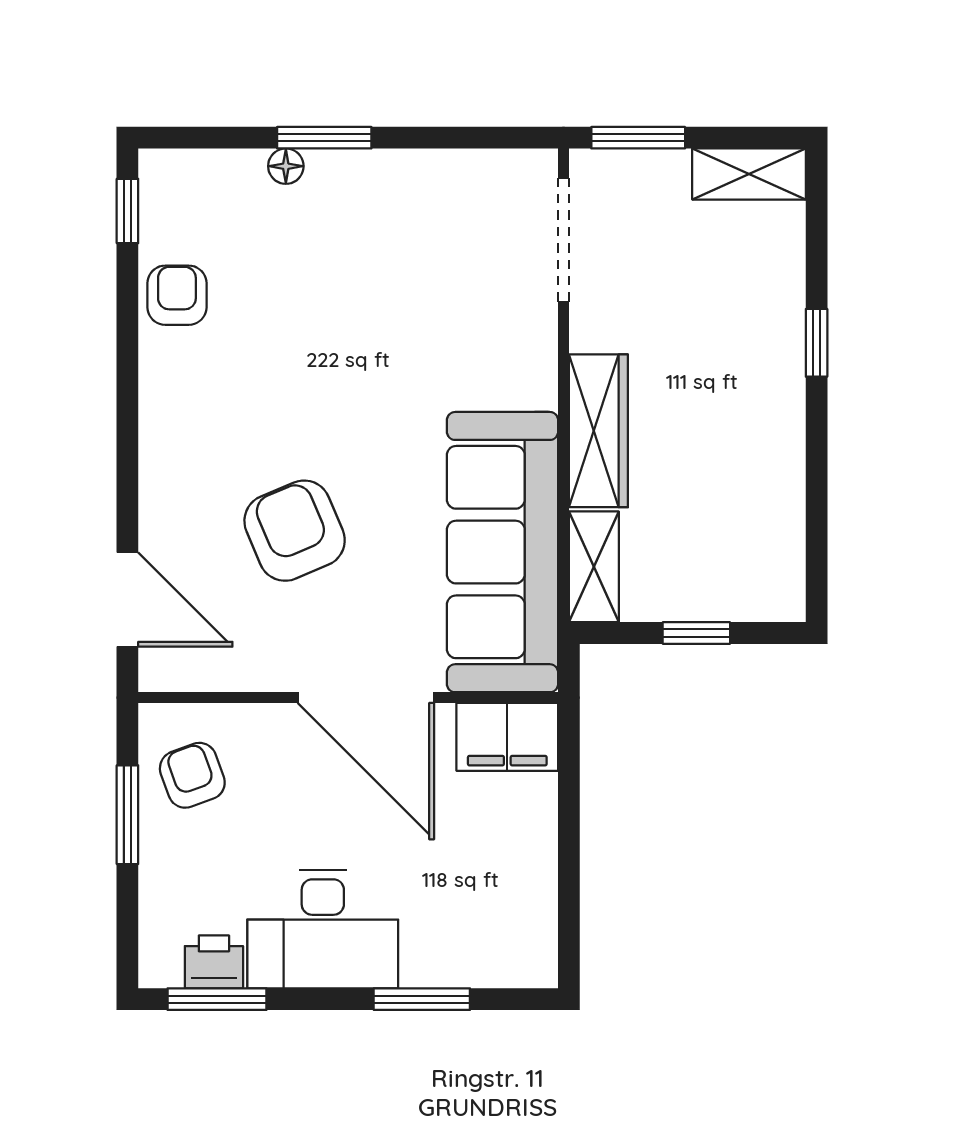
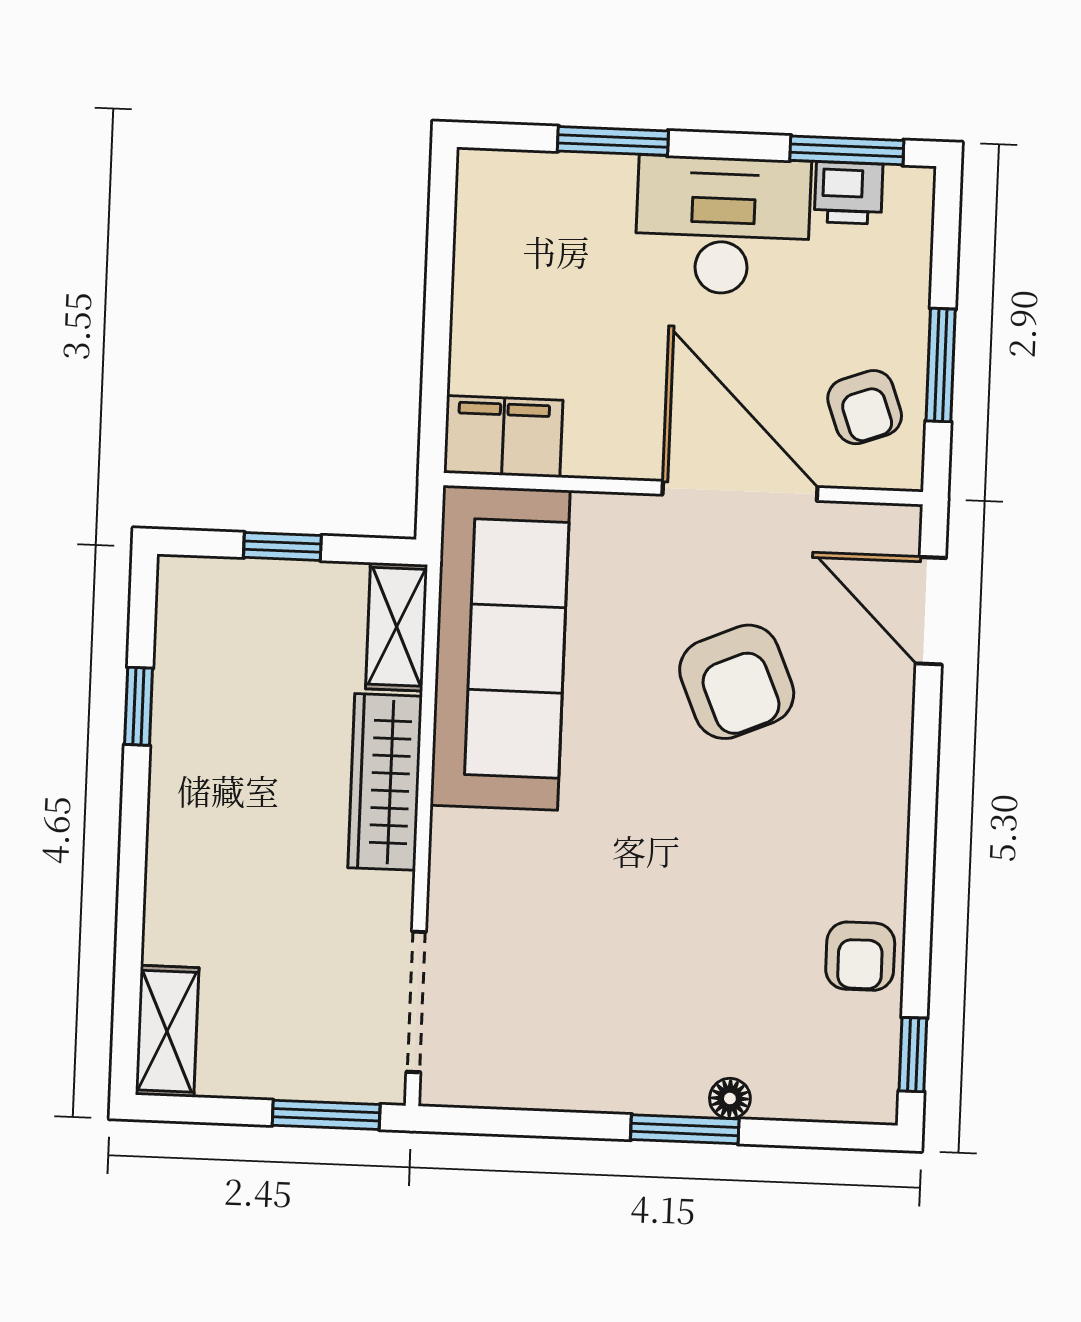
shelving: (749, 174) -> (167, 1031), moved, turned 90
window: (817, 343) -> (139, 706), moved
door: (366, 698) -> (740, 491), moved

